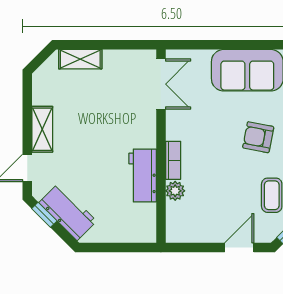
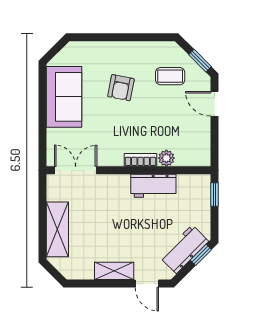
shelving: (80, 59) -> (57, 229), width x1.50, depth x1.33
window: (44, 215) -> (201, 255), moved
window: (132, 247) -> (214, 195), added

